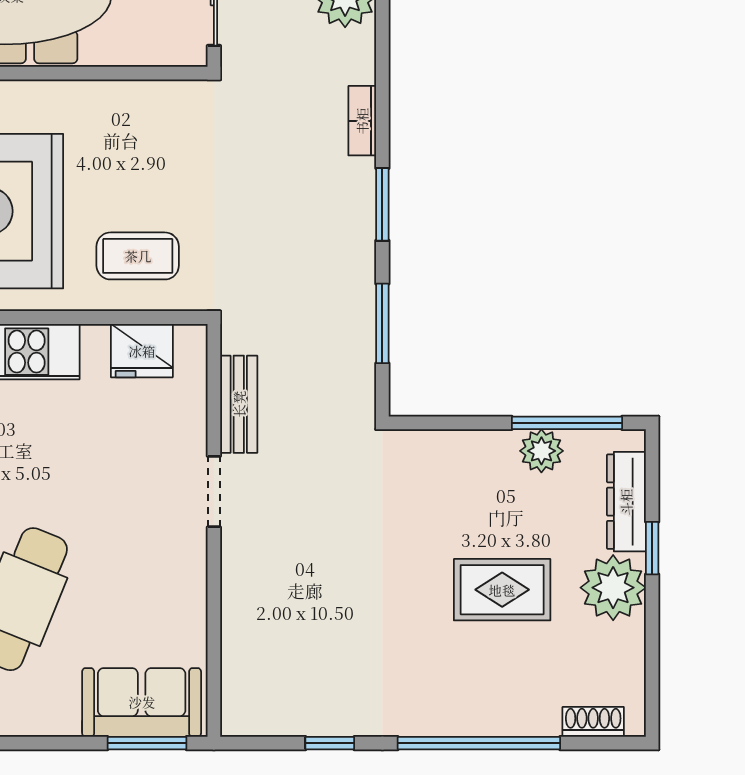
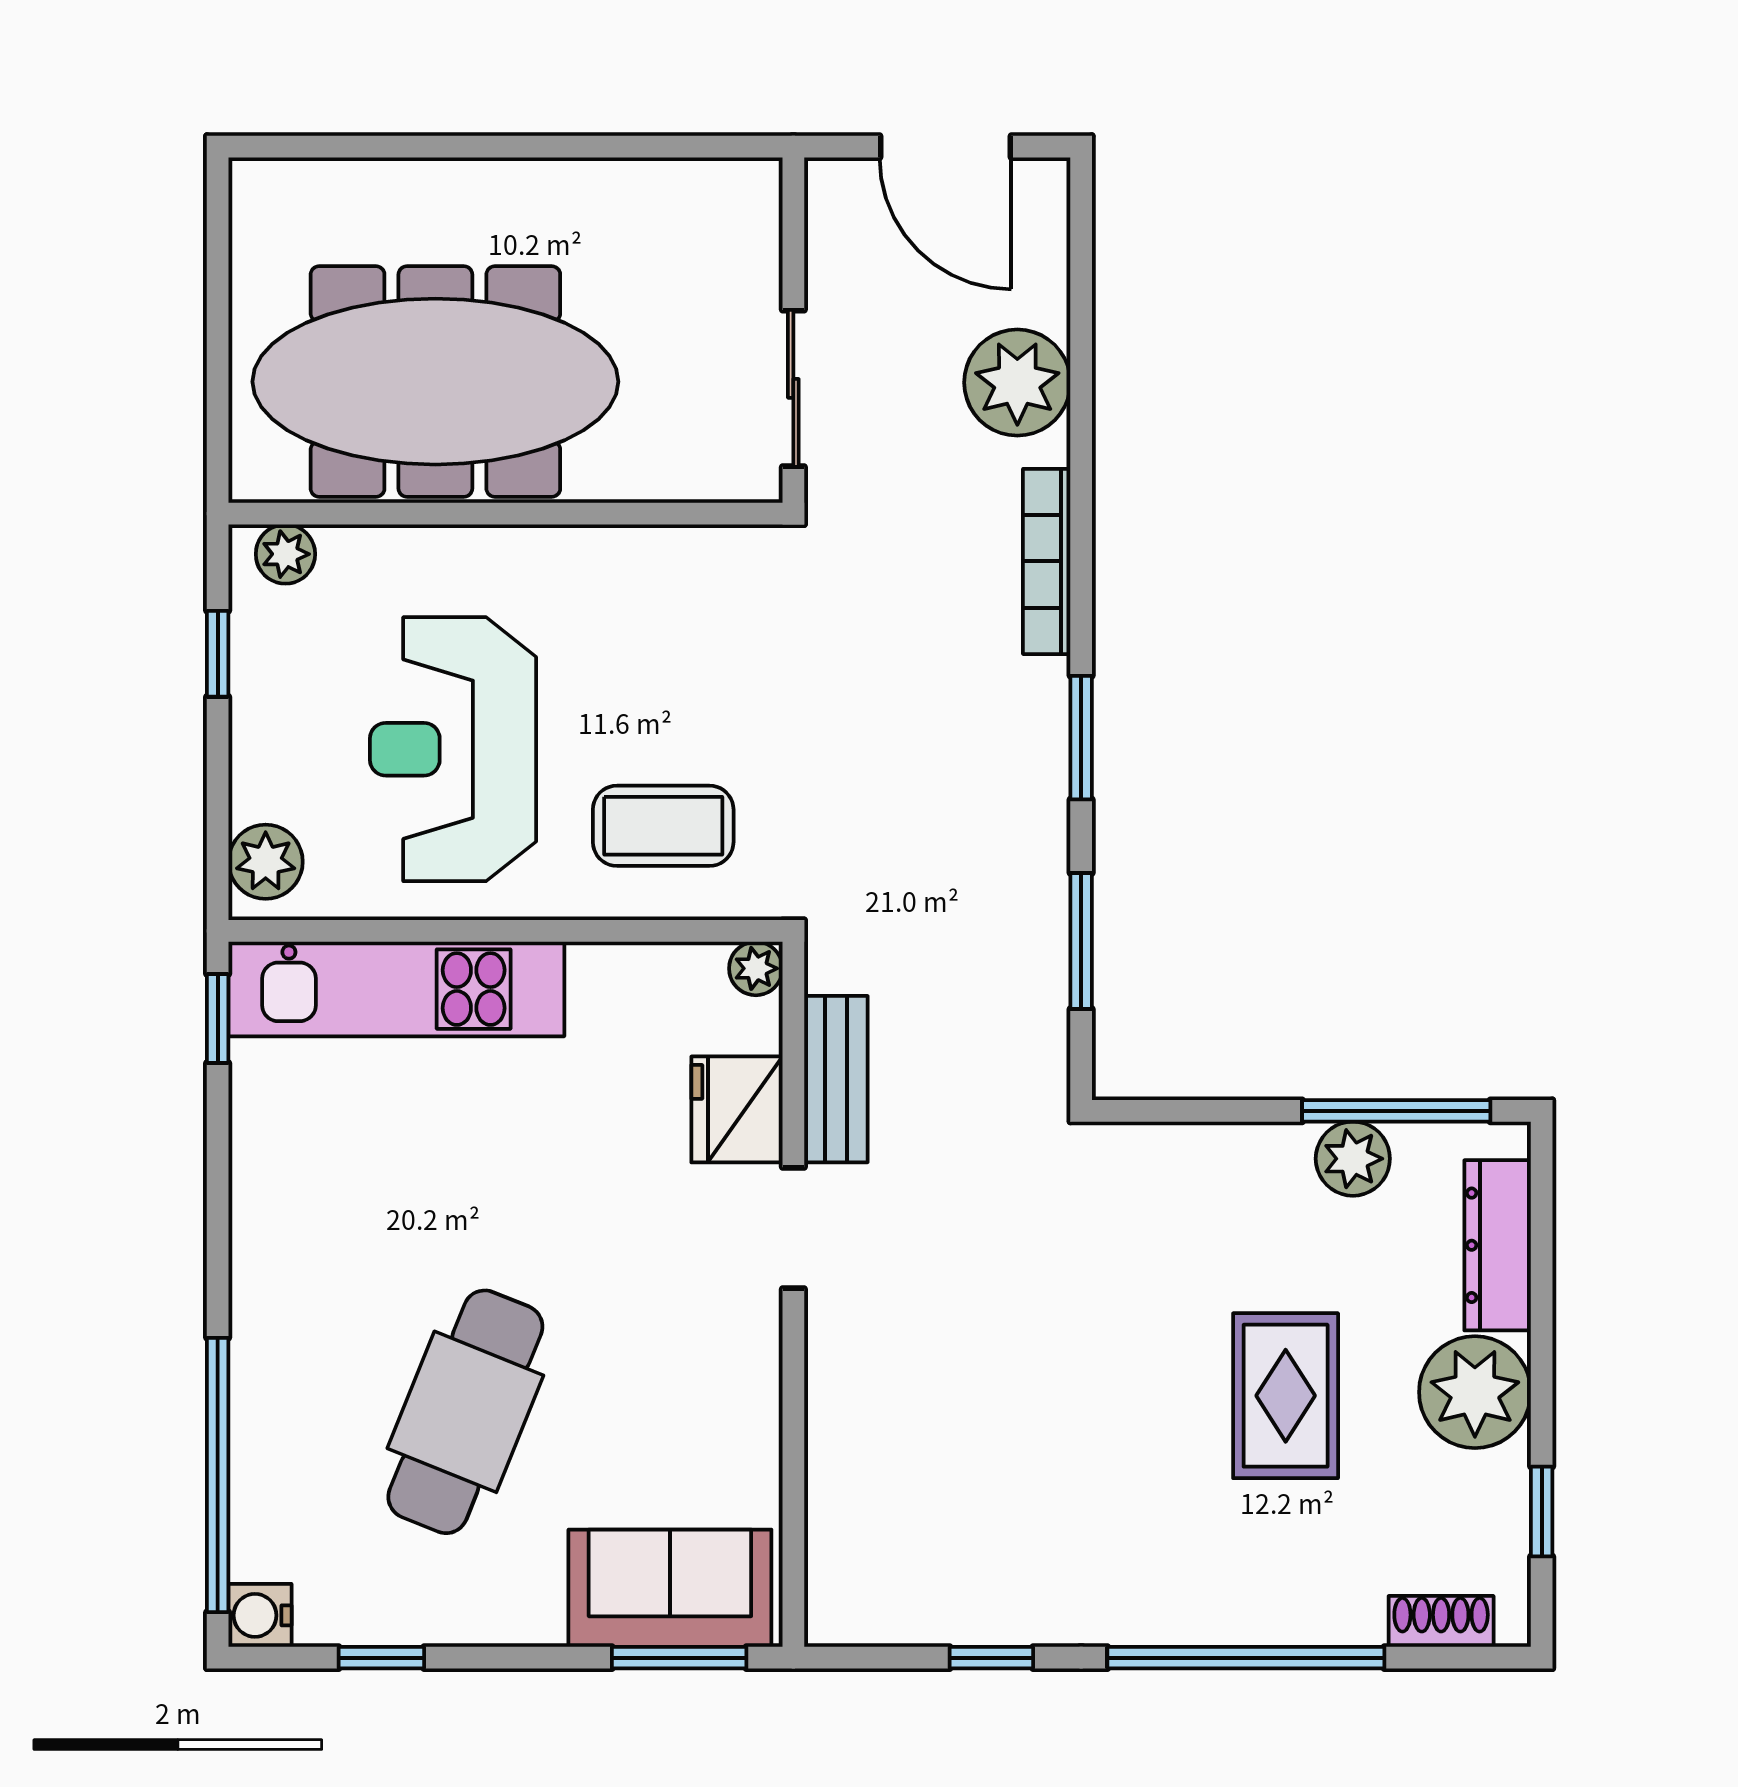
bookcase: (362, 121) -> (1047, 561), width x1.56
plant: (192, 340) -> (756, 968), added
fridge: (142, 351) -> (737, 1109), moved, turned 90
window: (652, 548) -> (1542, 1511), moved
rug: (502, 590) -> (1286, 1396), turned 90

